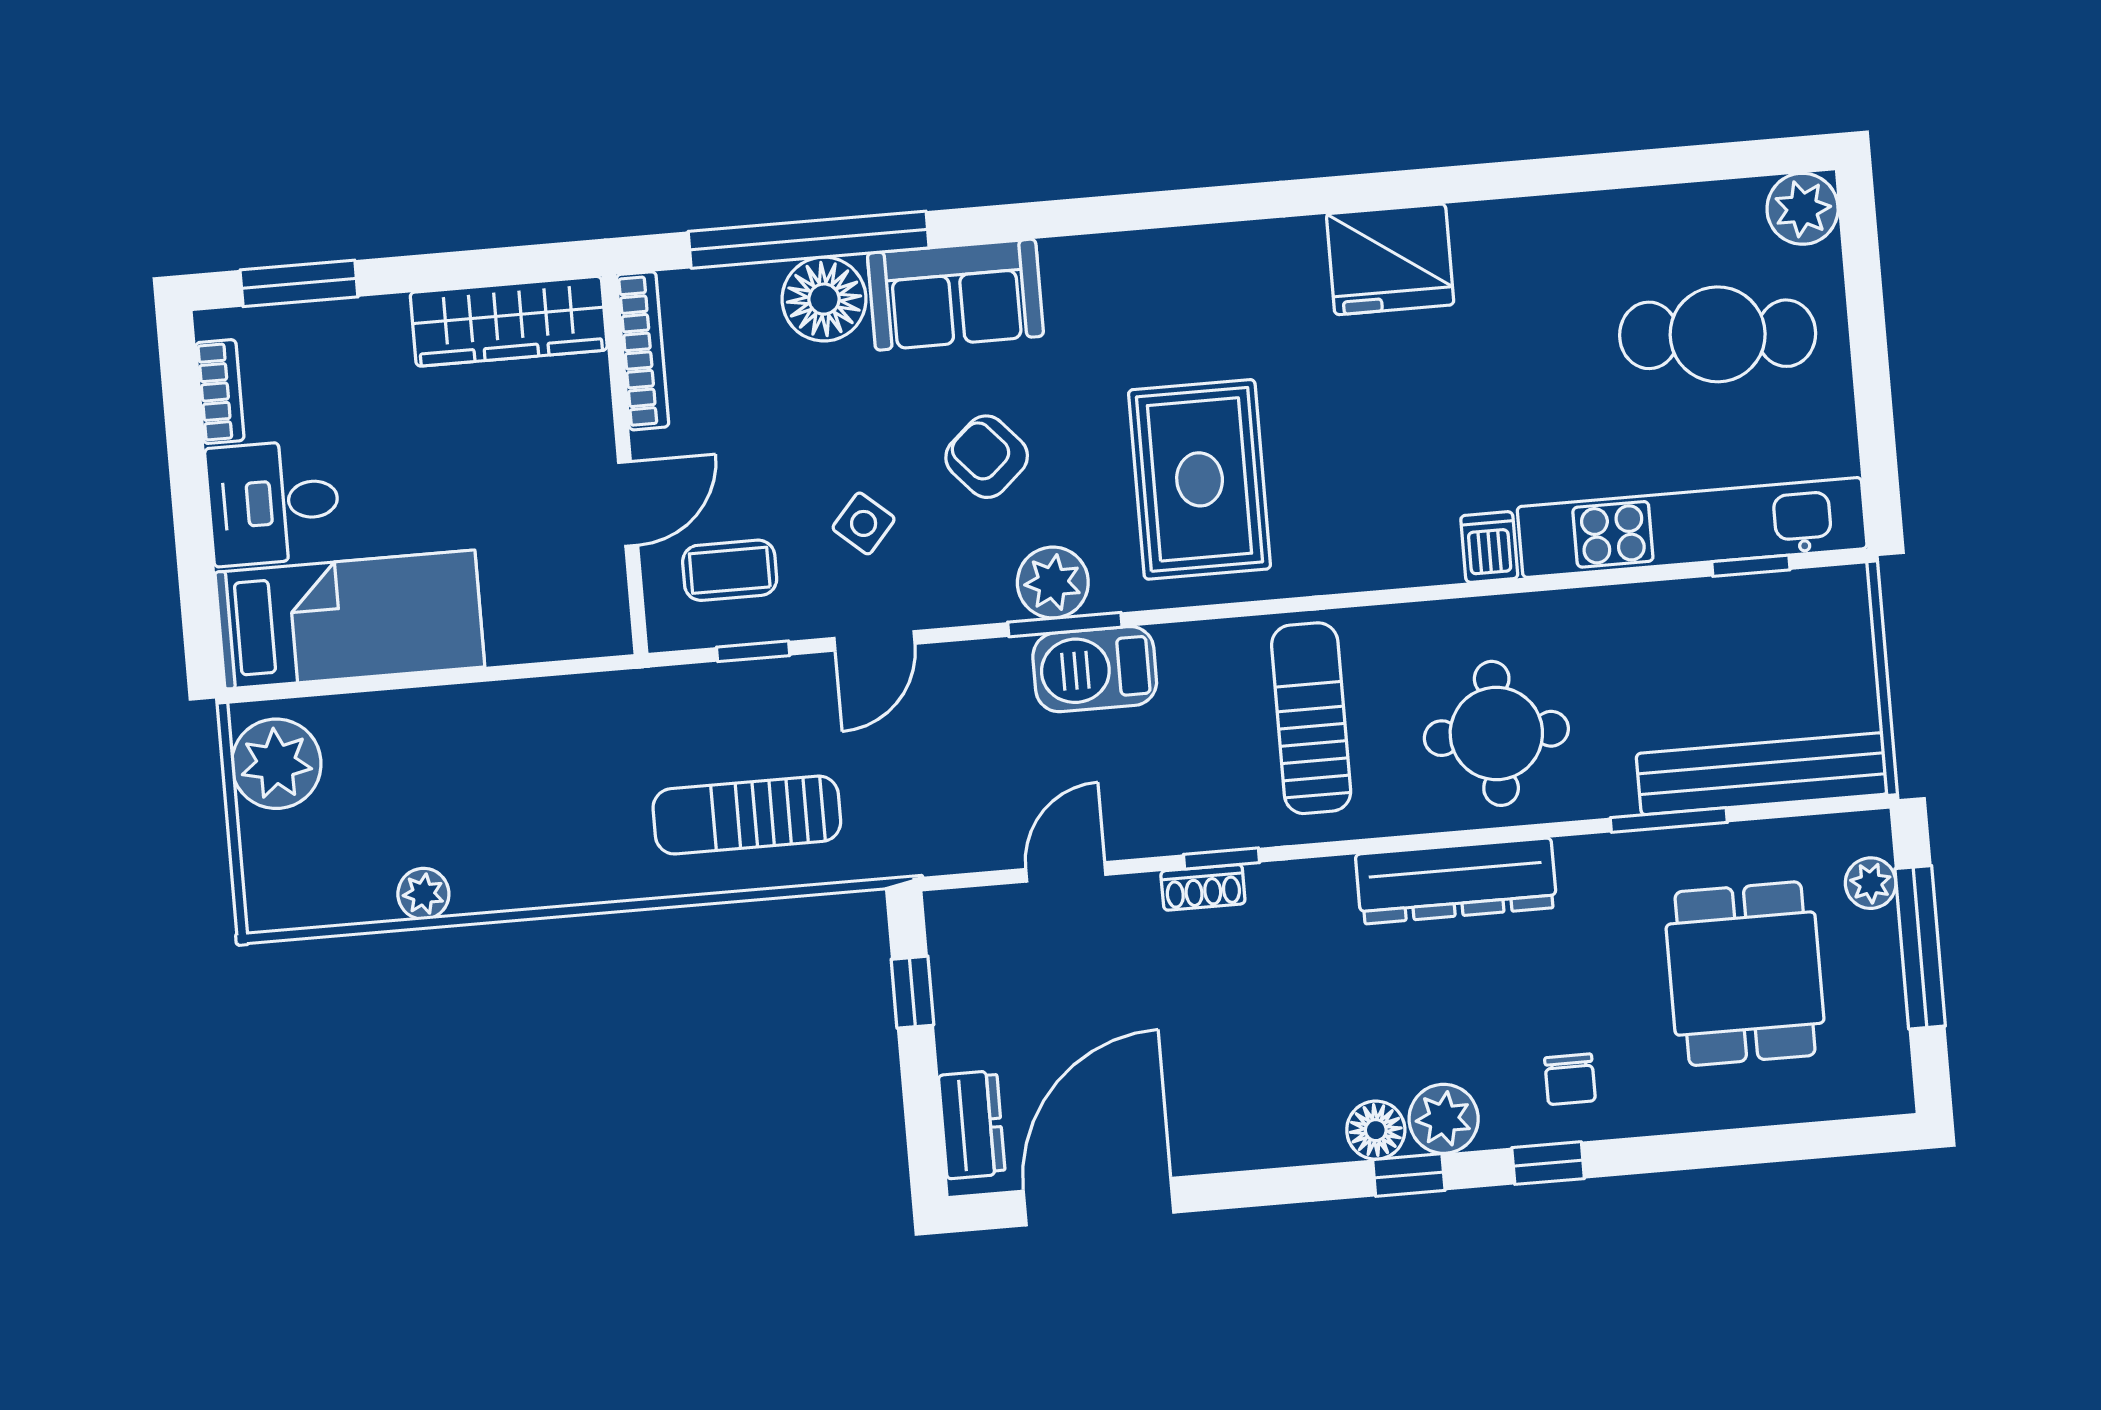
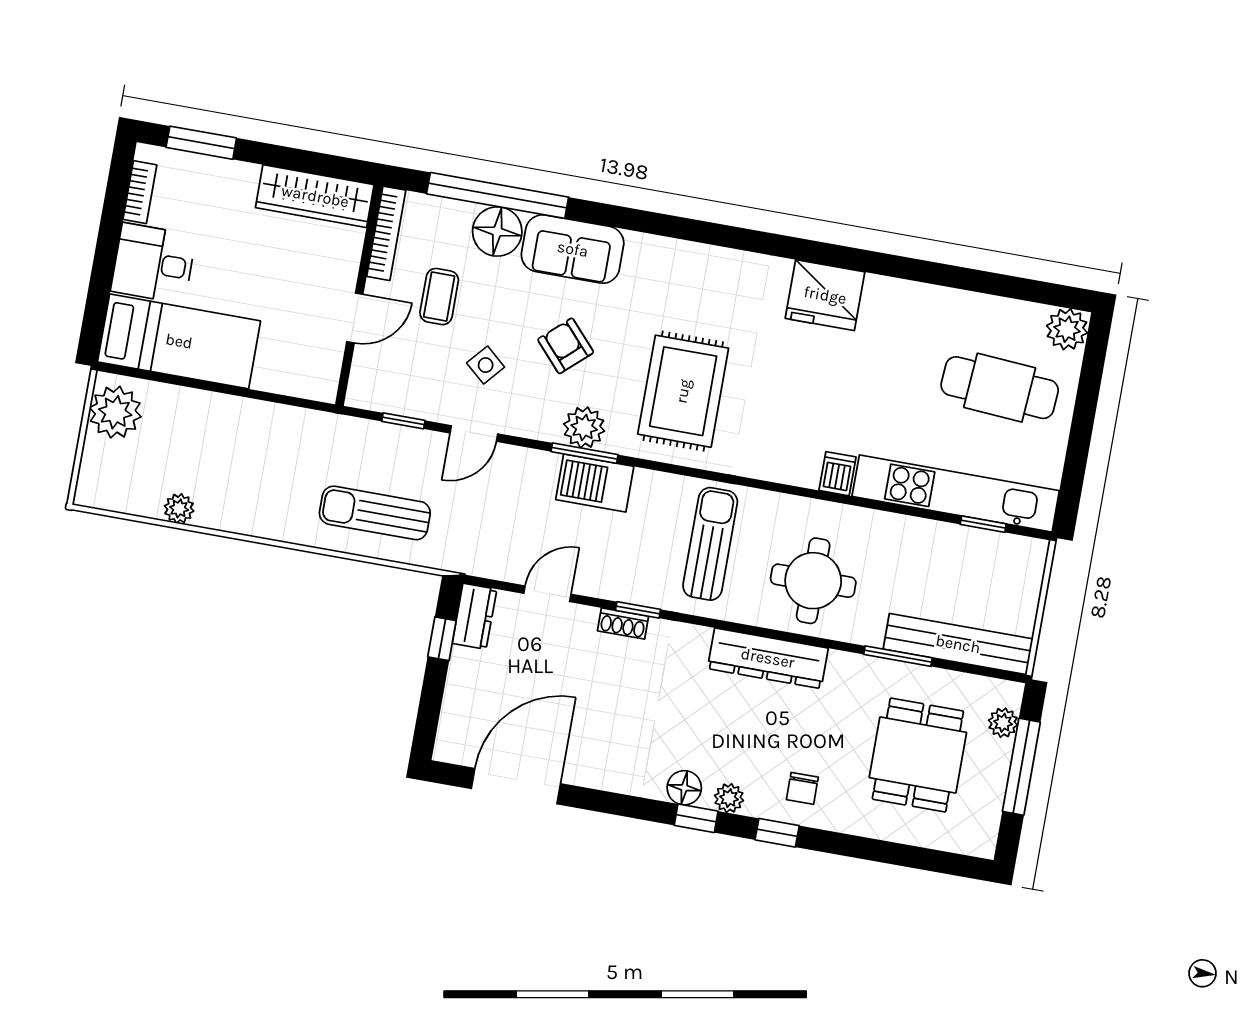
coffee table: (730, 570) -> (439, 297), moved, turned 90
plant: (1444, 1119) -> (729, 798), width x0.73, depth x0.73
dresser: (972, 1125) -> (475, 616), moved

